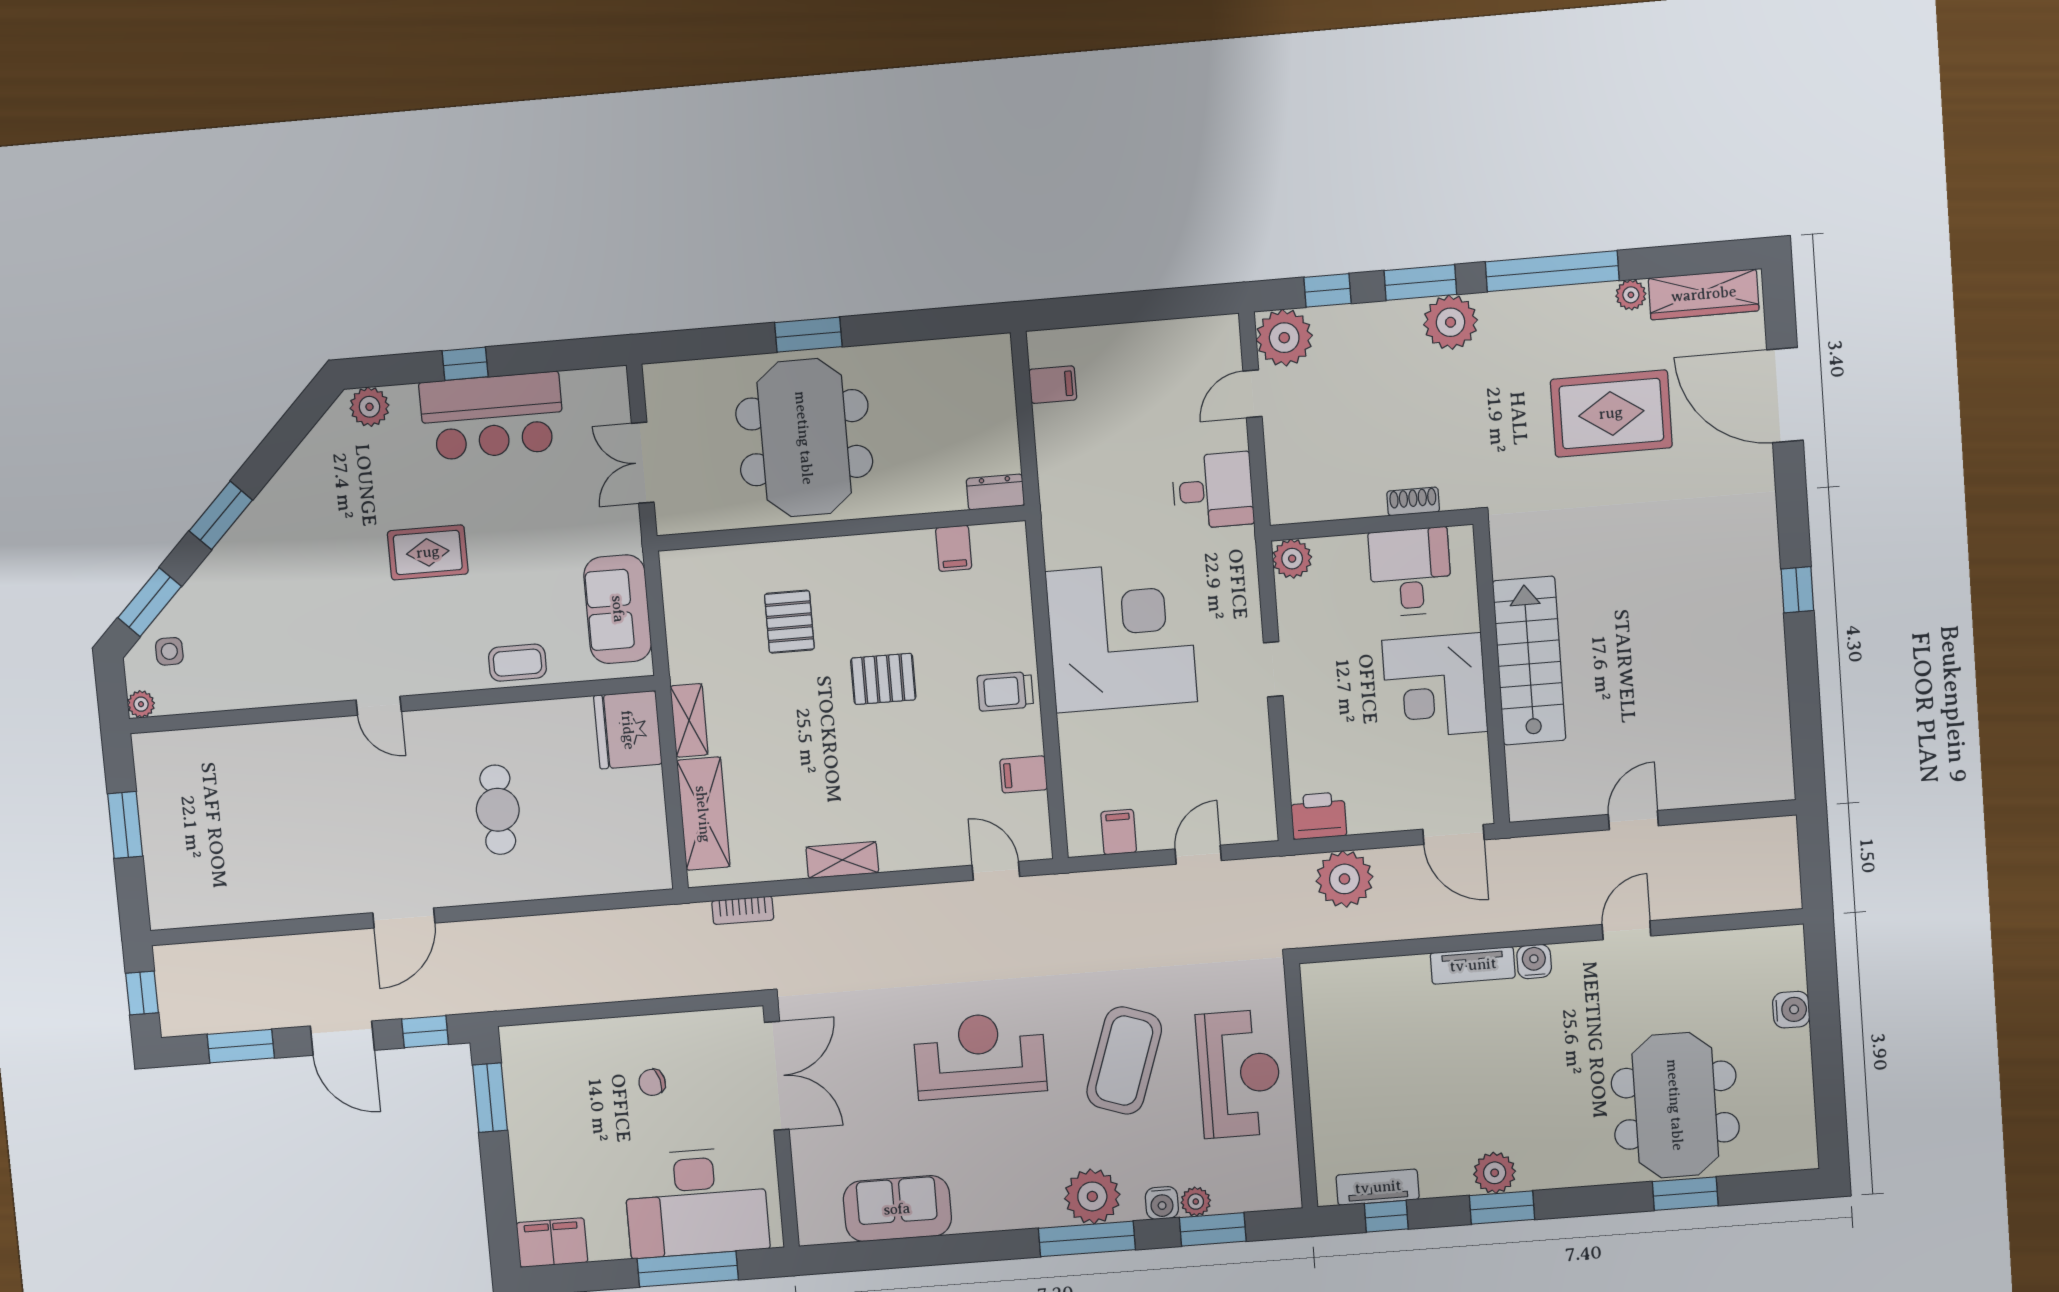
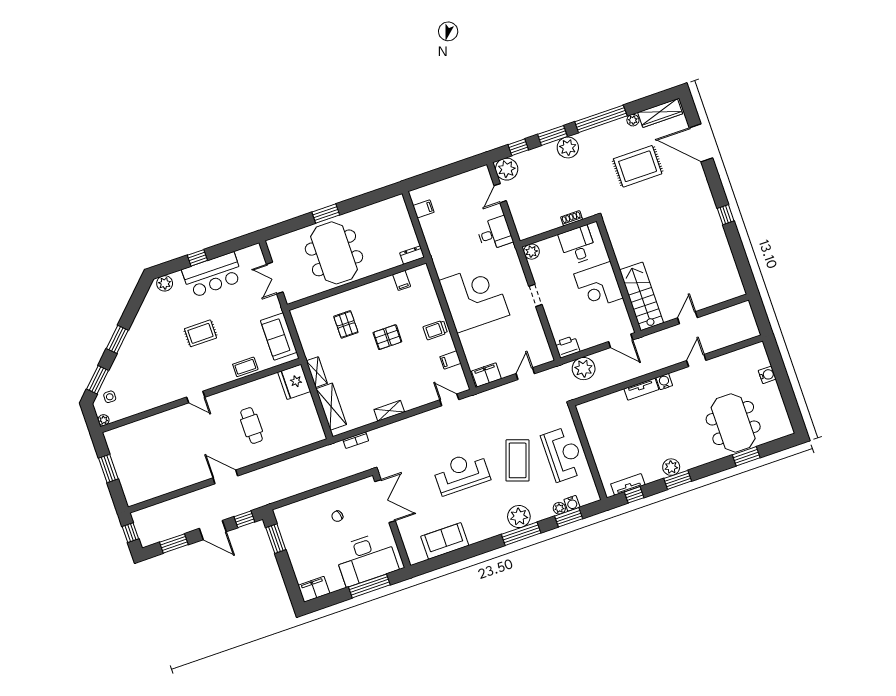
stairs: (1529, 661) -> (642, 296), moved
filing cabinet: (1119, 832) -> (486, 375), width x2.00
door: (404, 918) -> (225, 477), swing flipped
water cooler: (1162, 1203) -> (572, 503), moved

